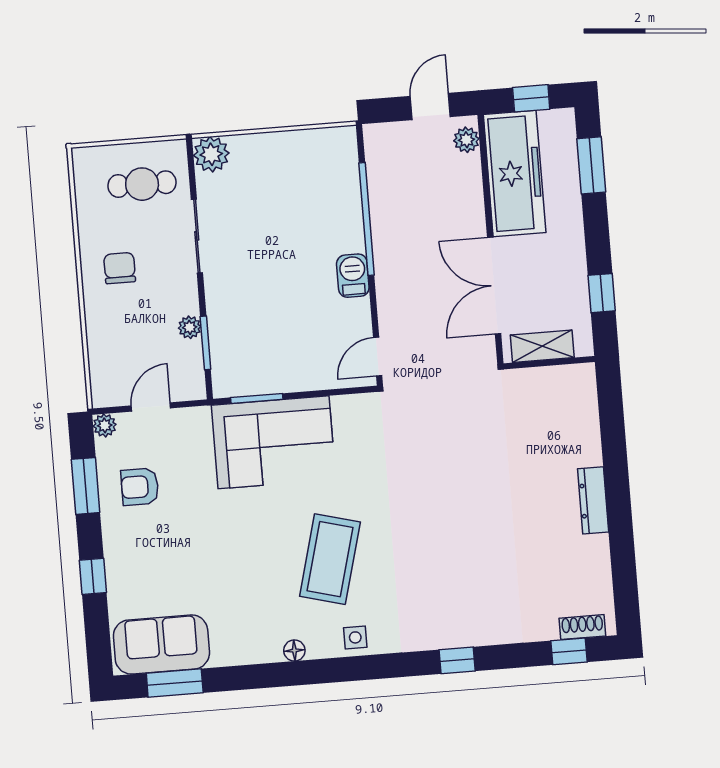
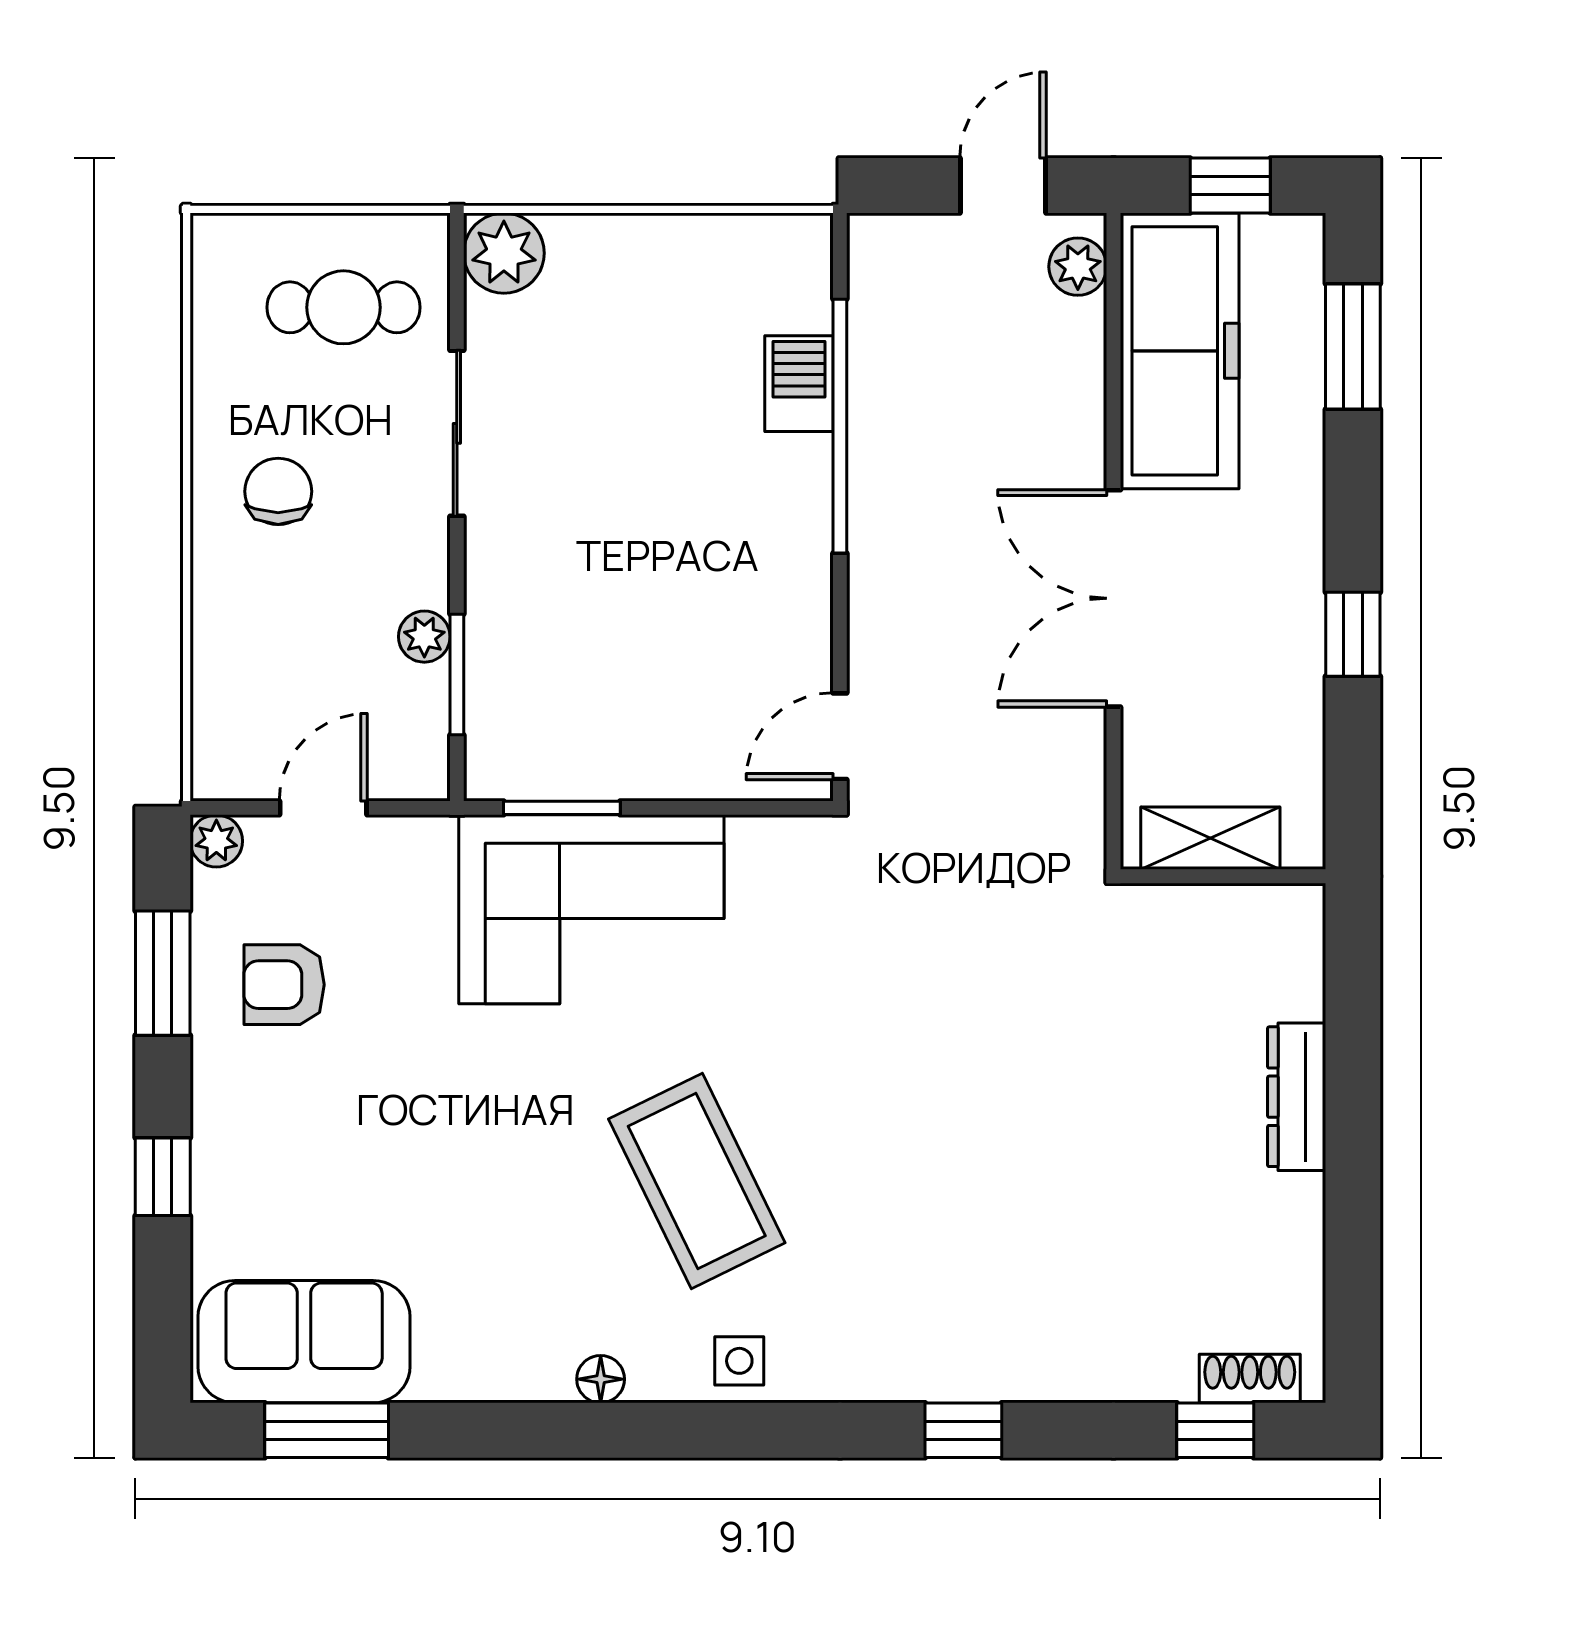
barbecue: (353, 276) -> (799, 384), moved
shelving: (542, 346) -> (1210, 838), moved
wall: (549, 363) -> (1223, 876), moved
coffee table: (330, 559) -> (697, 1181), turned -41

